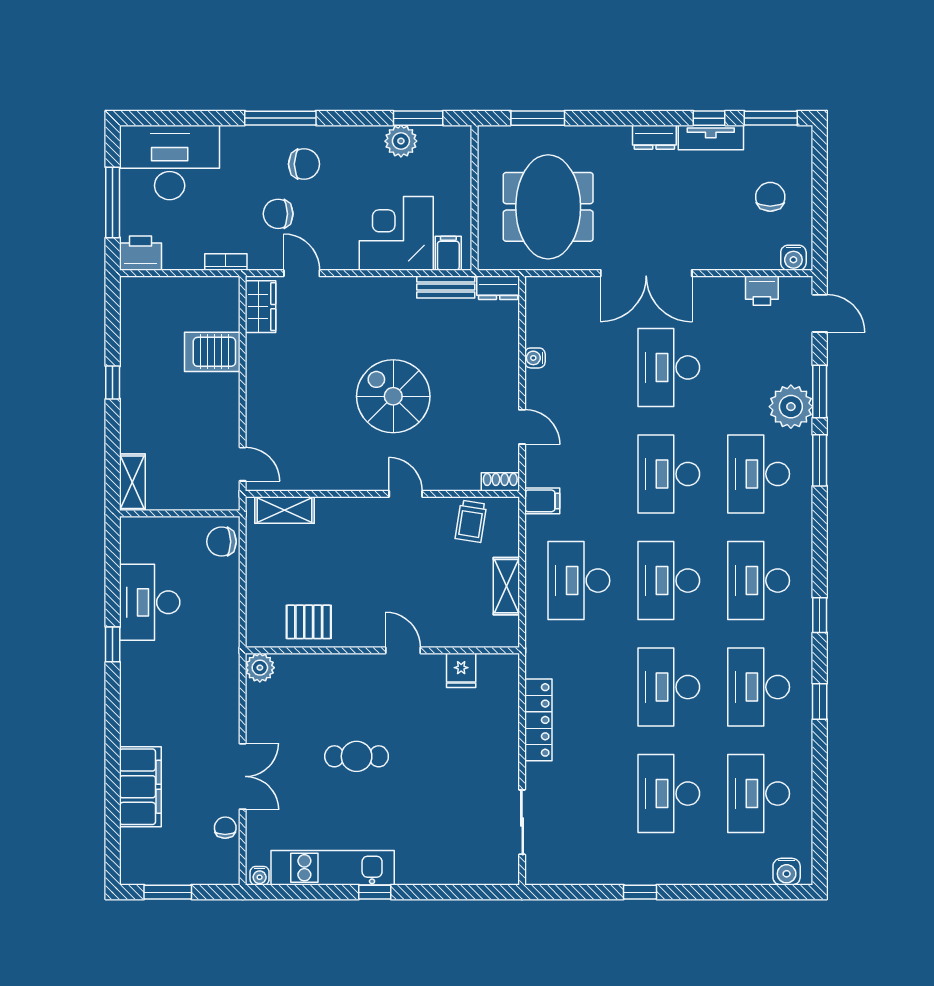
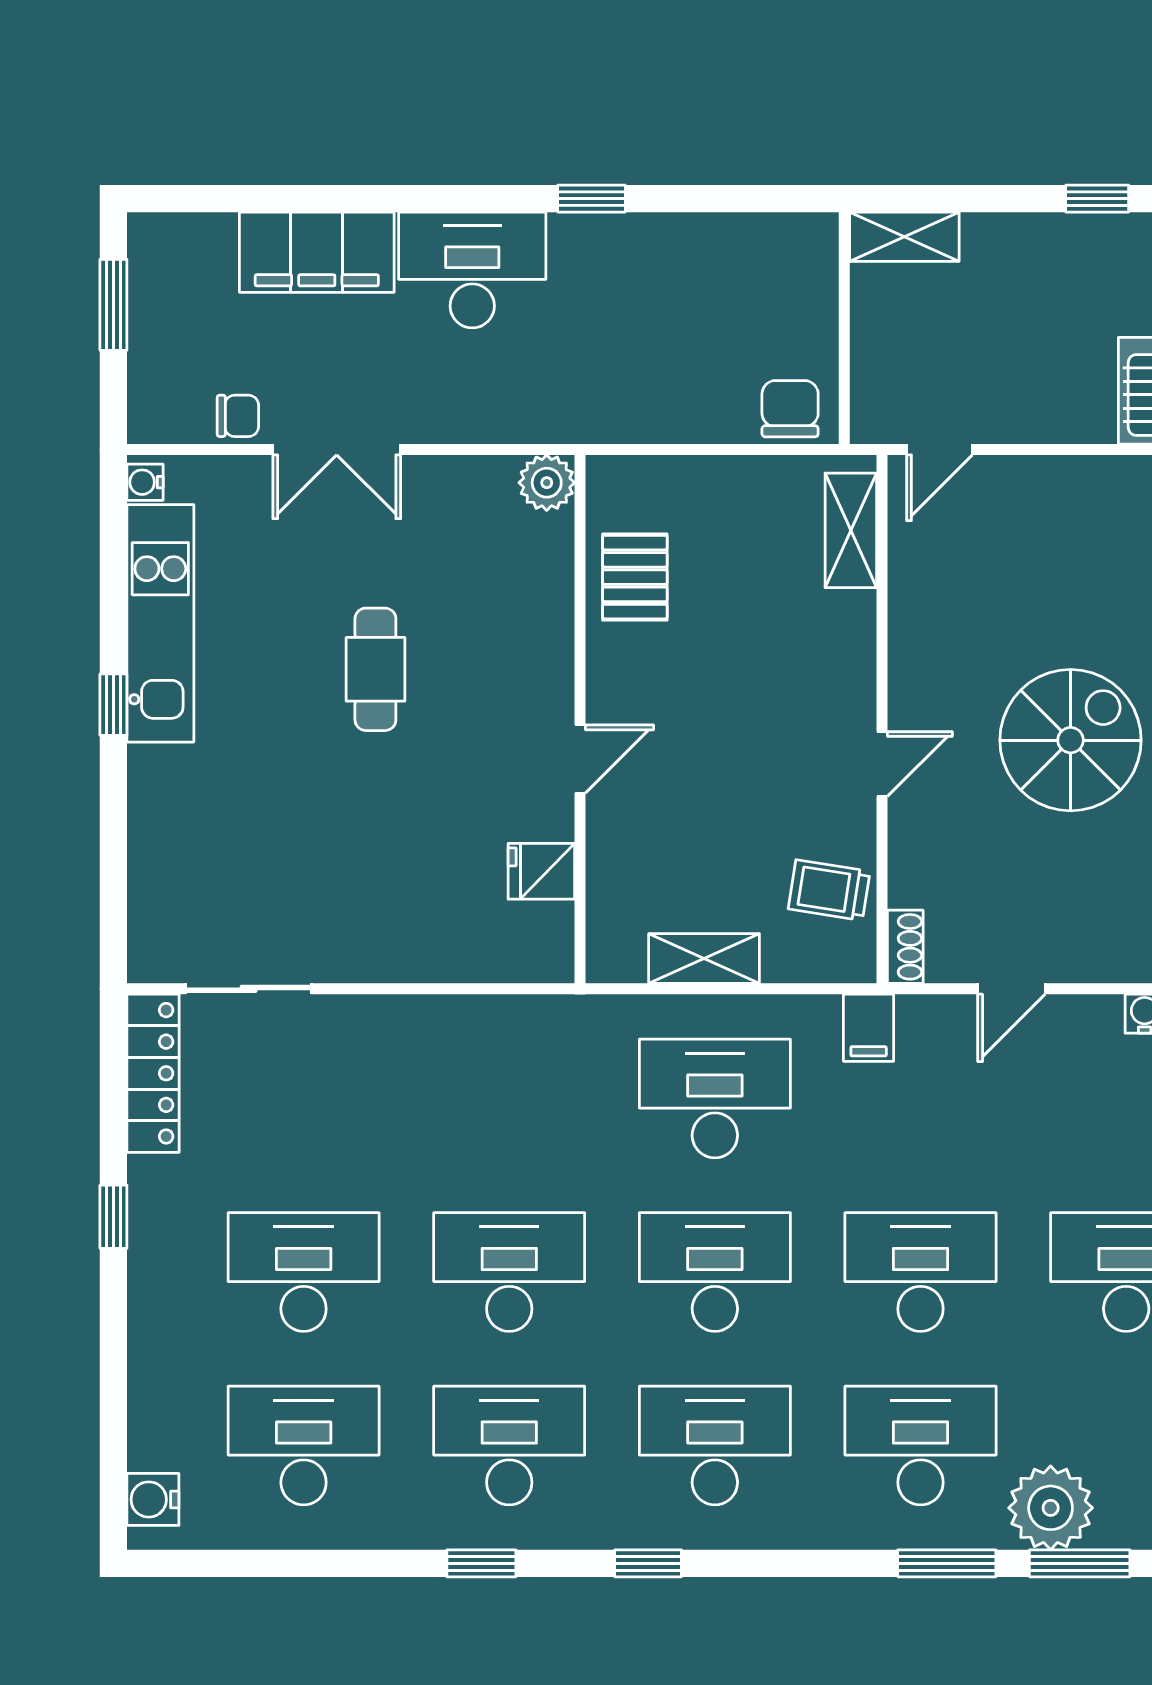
desk: (150, 602) -> (472, 270), moved
locker: (538, 720) -> (153, 1073), moved, turned -90

